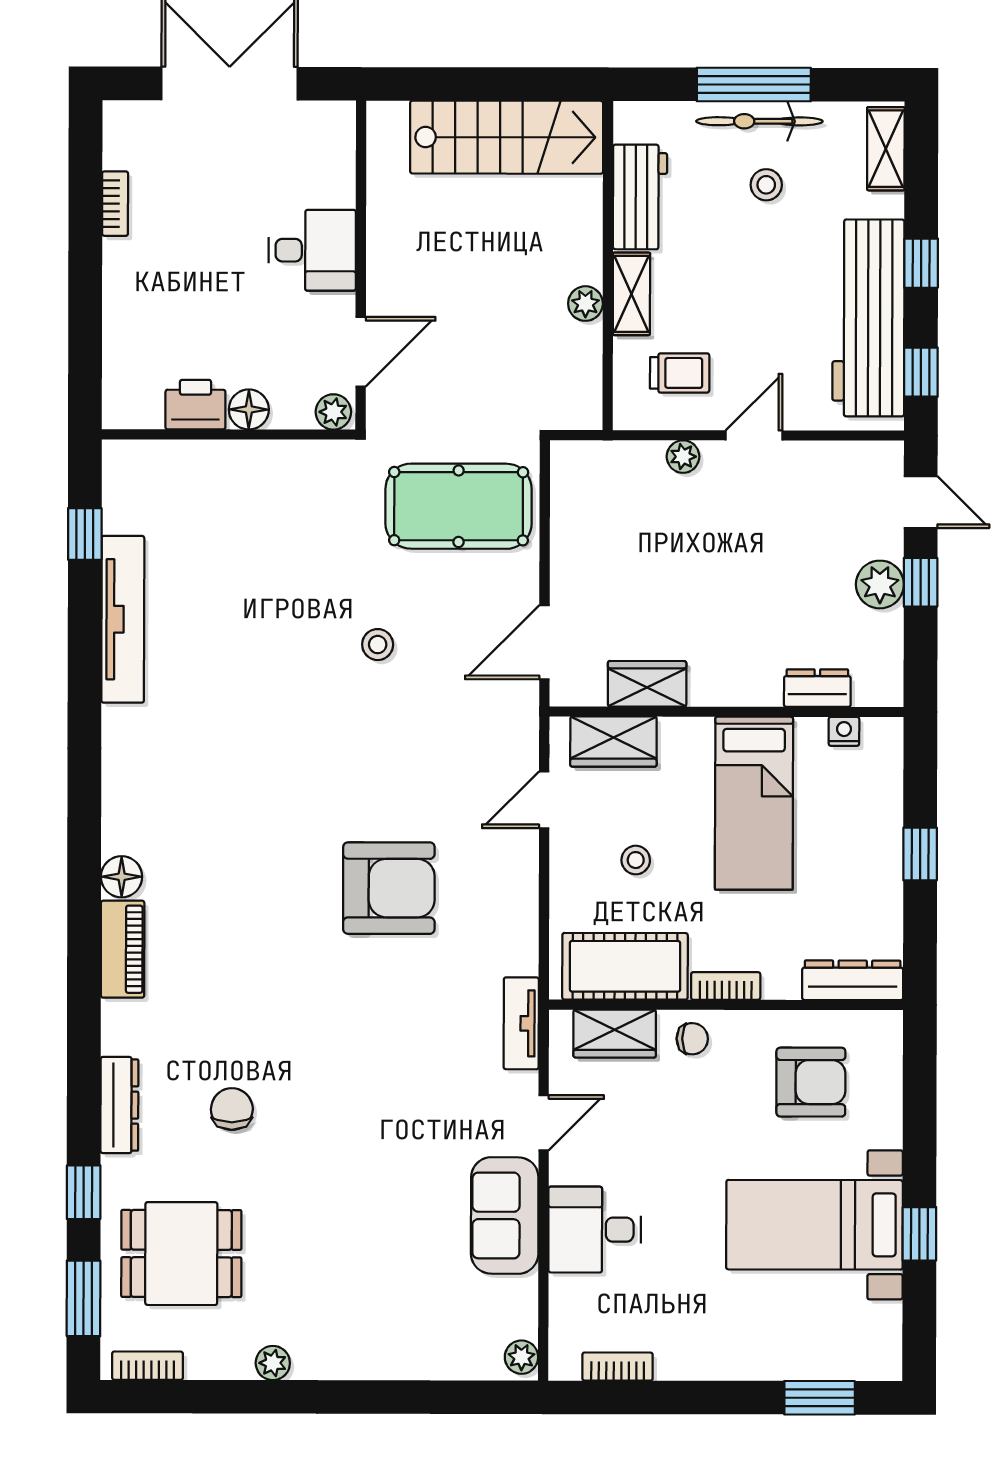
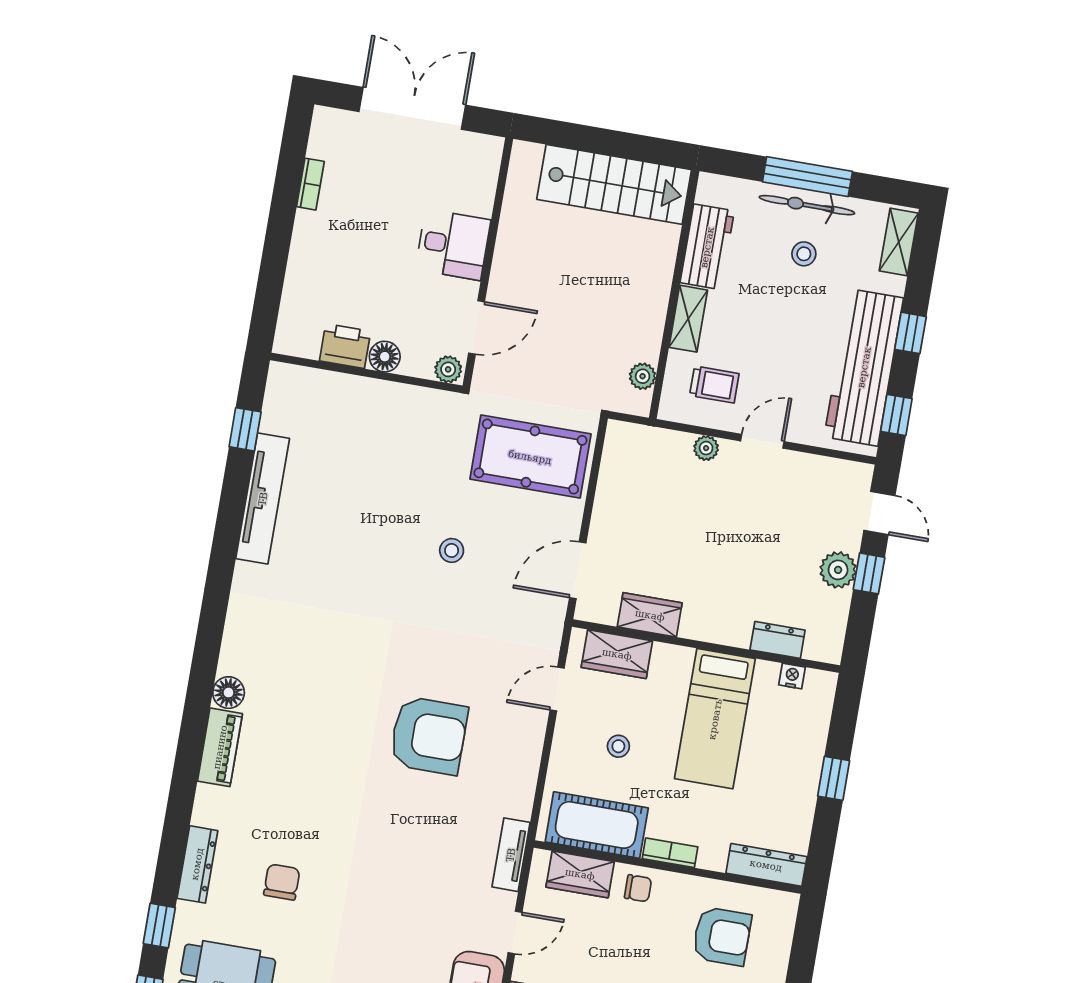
plant: (585, 304) -> (643, 376), moved

